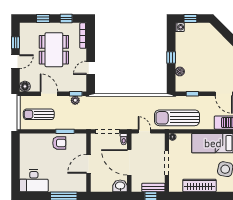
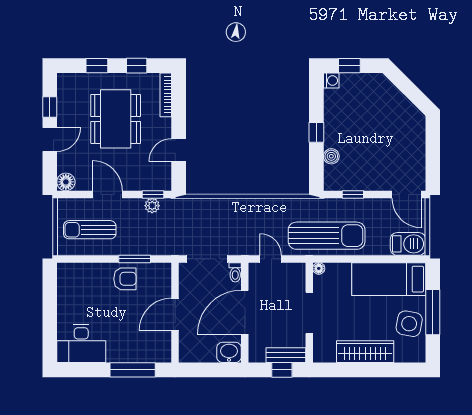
sun lounger: (177, 118) -> (327, 236), turned 180
door: (129, 162) -> (245, 312), hinge flipped

